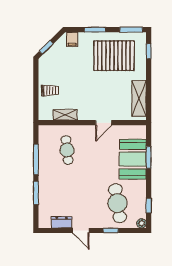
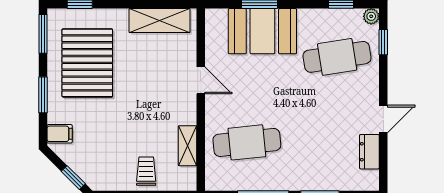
cafe table: (67, 150) -> (247, 142), width x1.37, depth x1.35
window: (111, 230) -> (383, 42), moved

